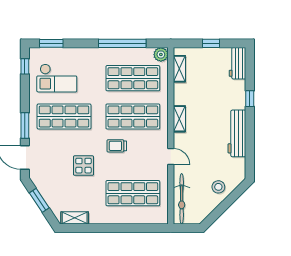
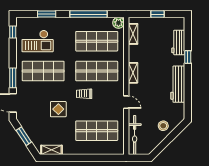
window: (51, 43) -> (47, 14), moved
workbench: (238, 63) -> (178, 42), moved

